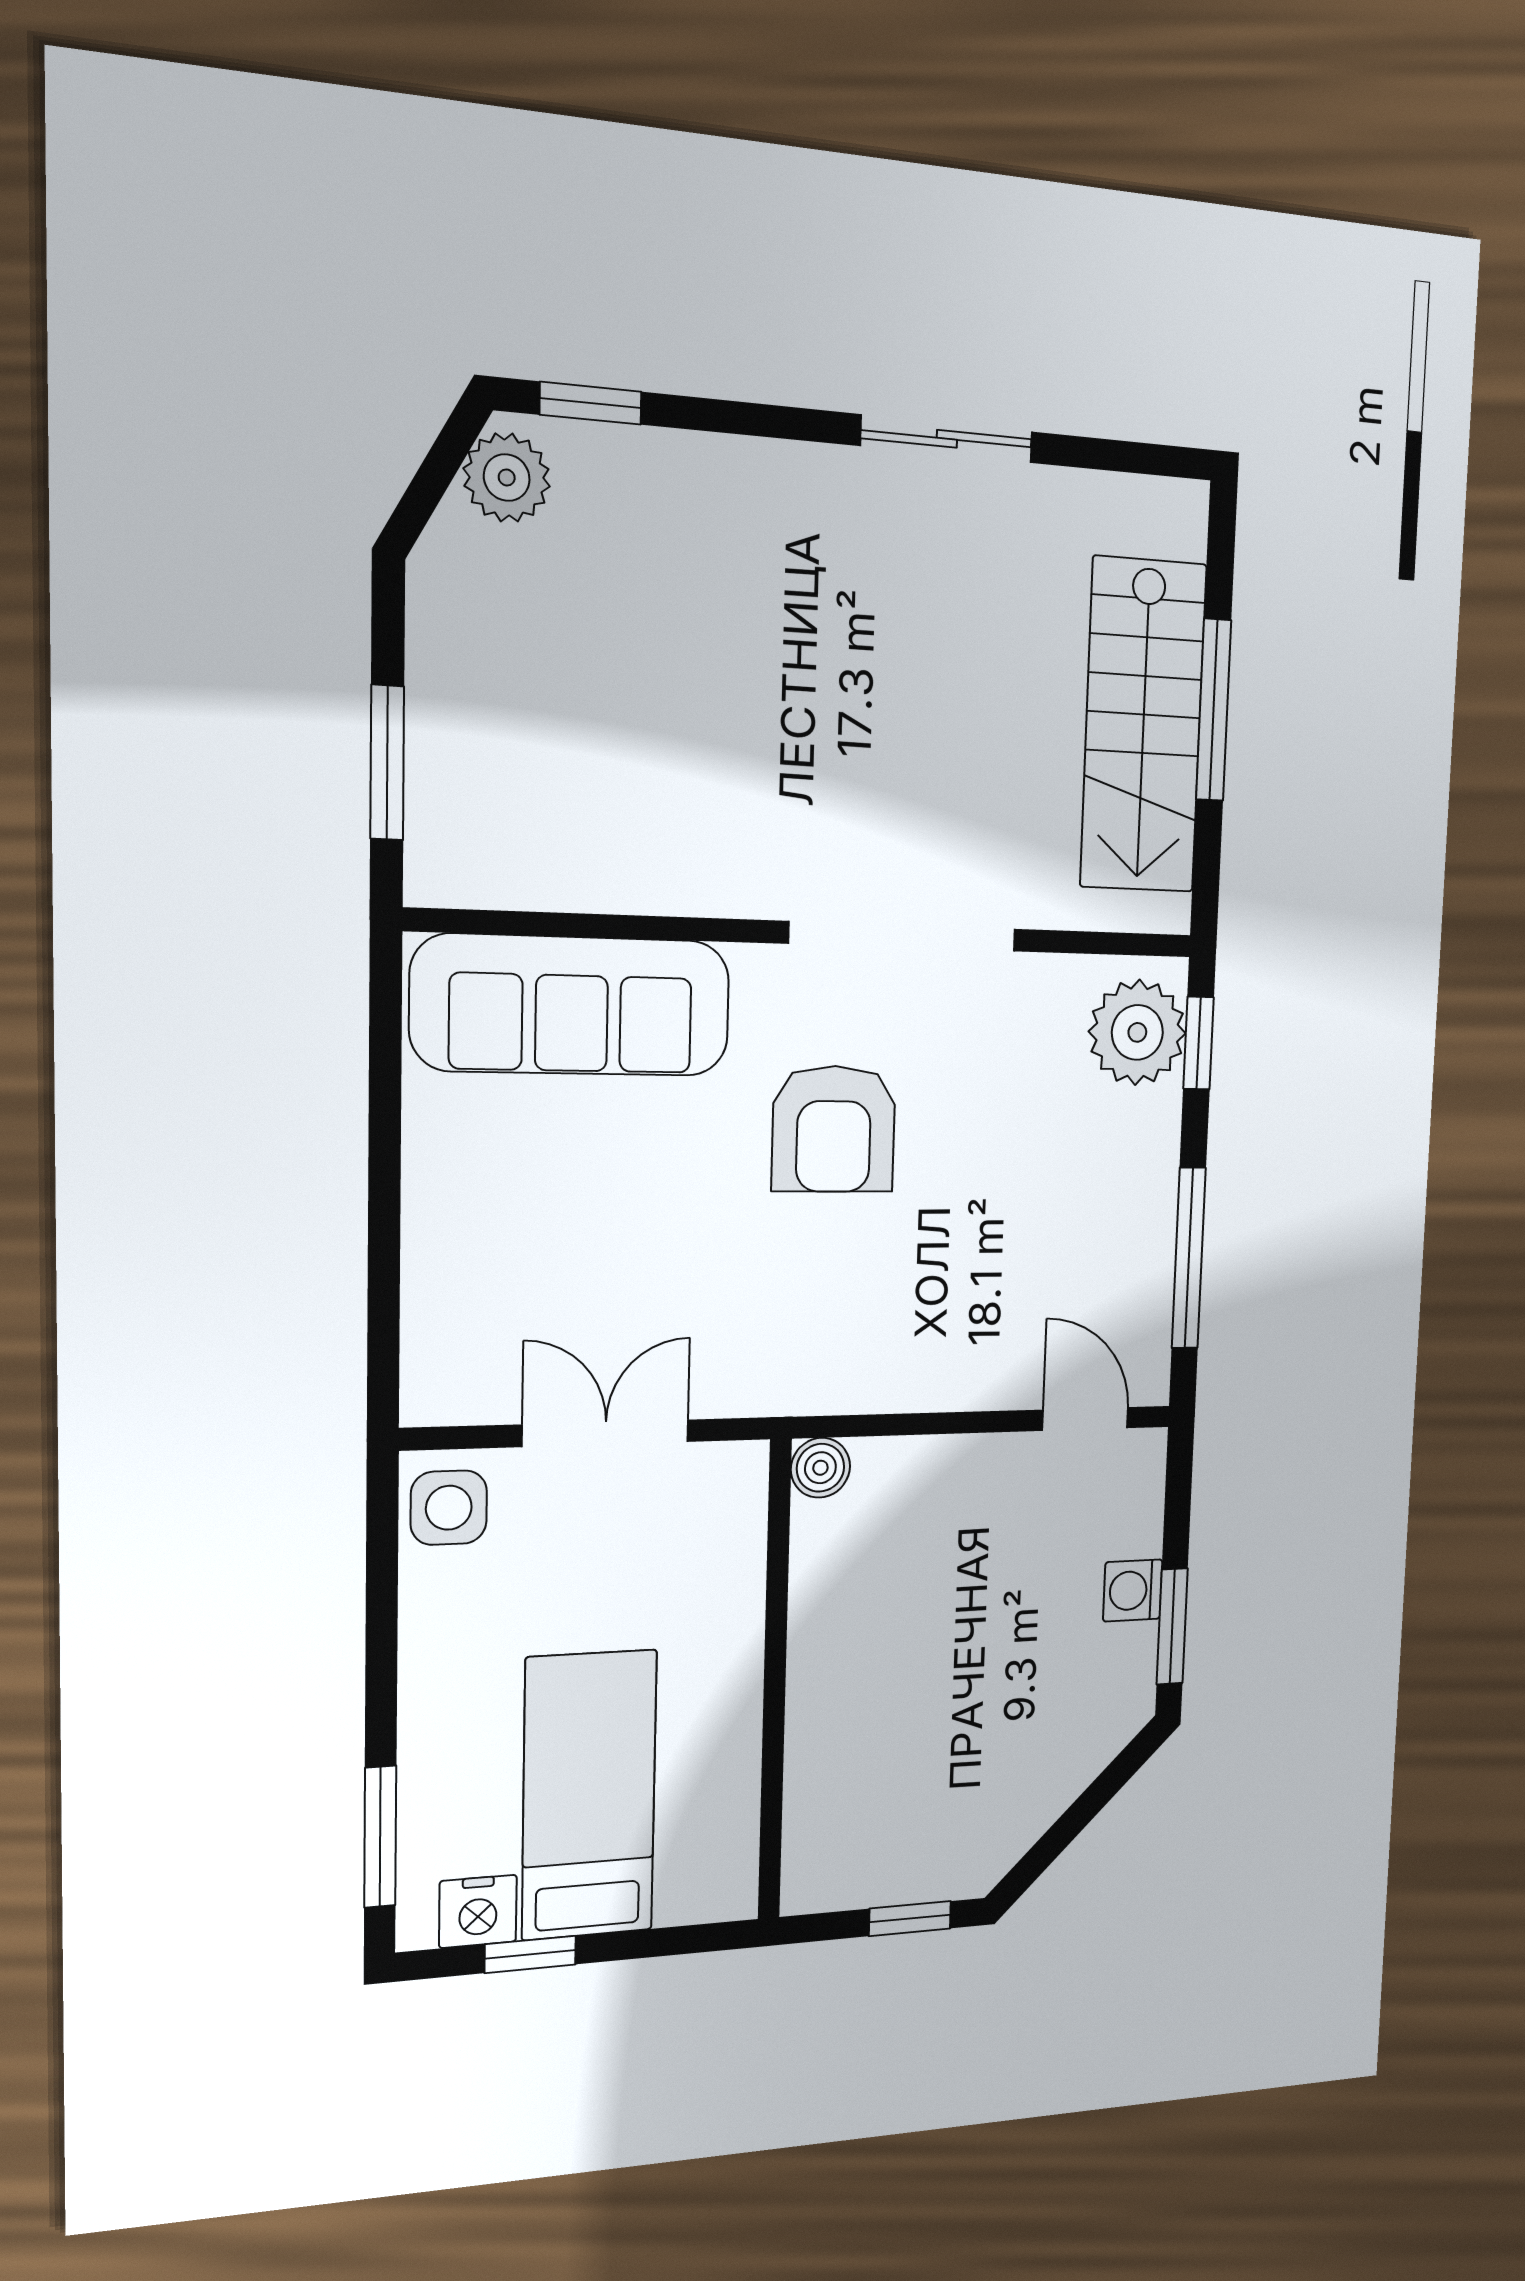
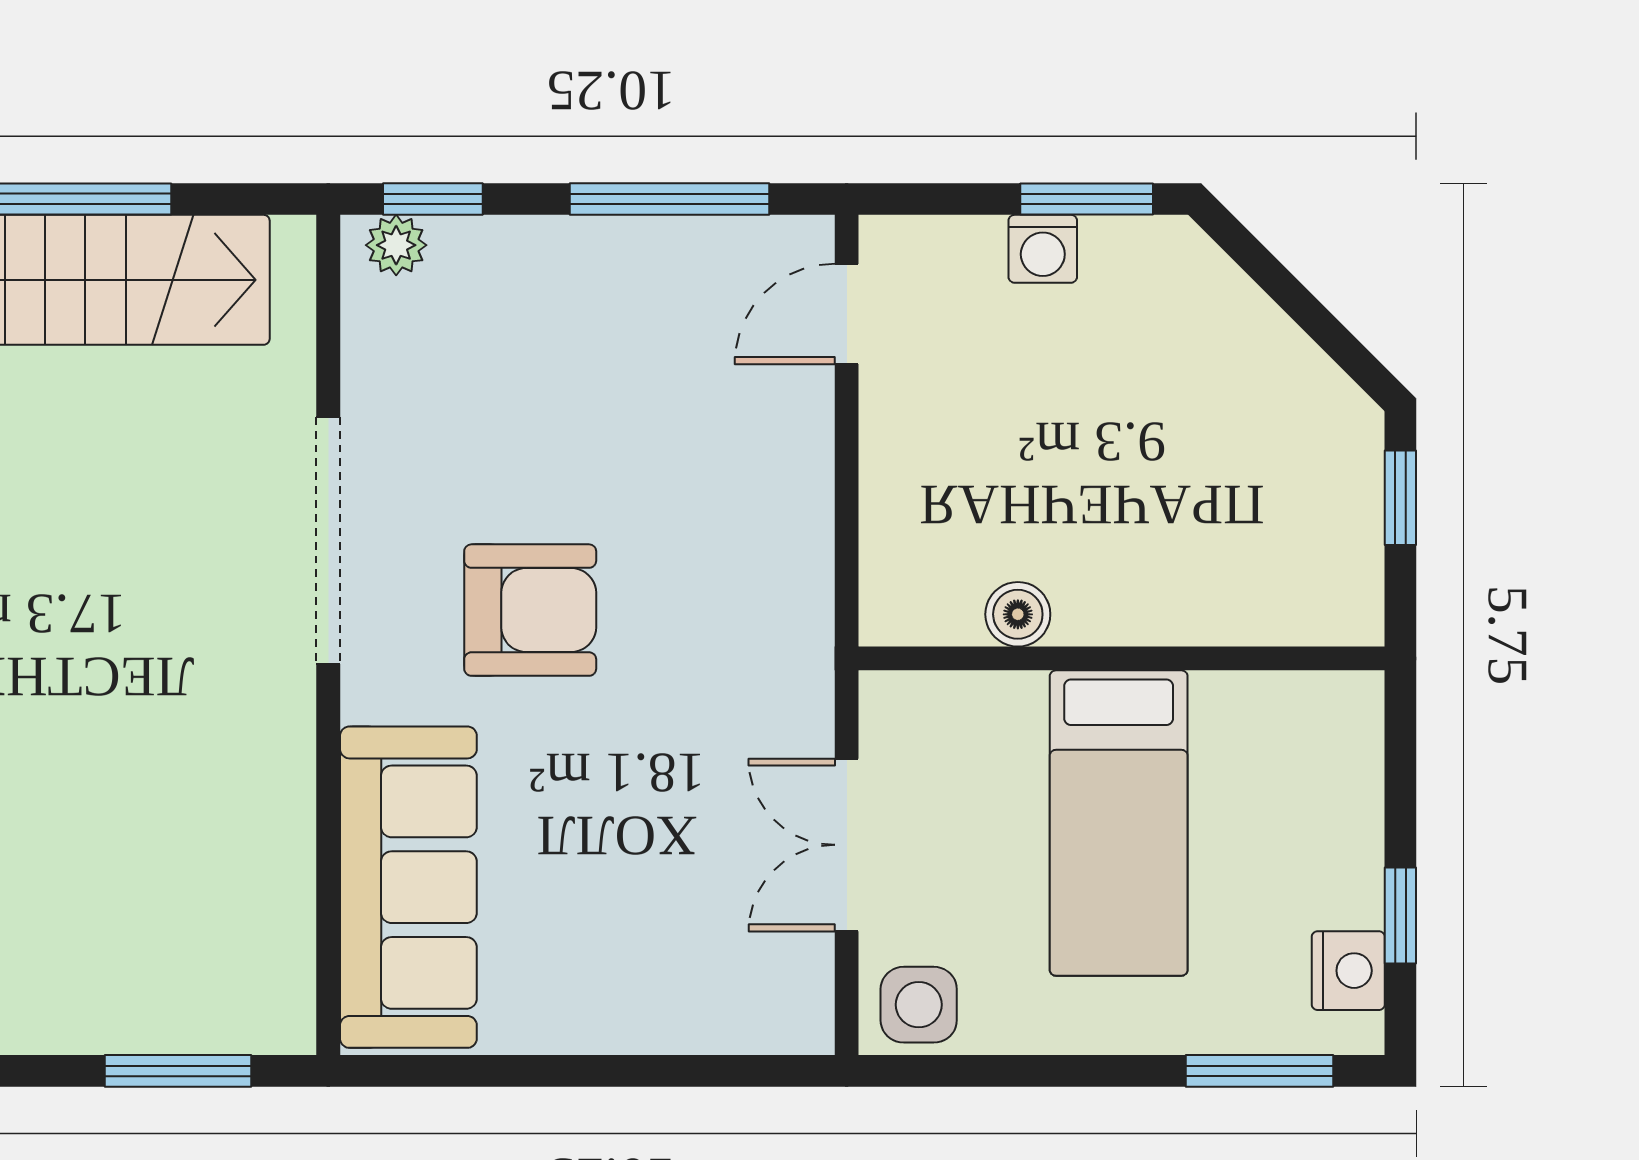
plant: (1137, 1032) -> (396, 245), width x0.53, depth x0.53
boiler: (820, 1468) -> (1018, 614), moved
bed: (589, 1795) -> (1119, 823), moved, turned -90

